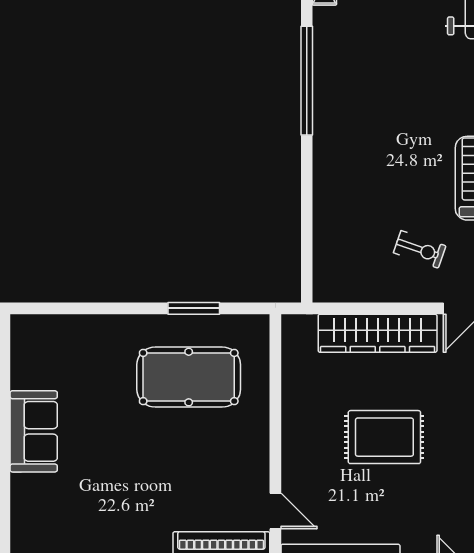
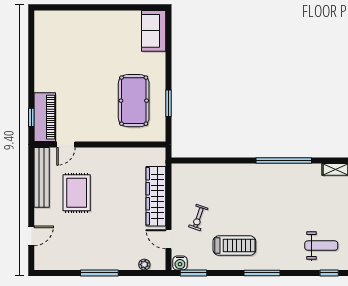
sofa: (34, 431) -> (154, 31), moved, turned 90
rug: (384, 437) -> (77, 193), moved

